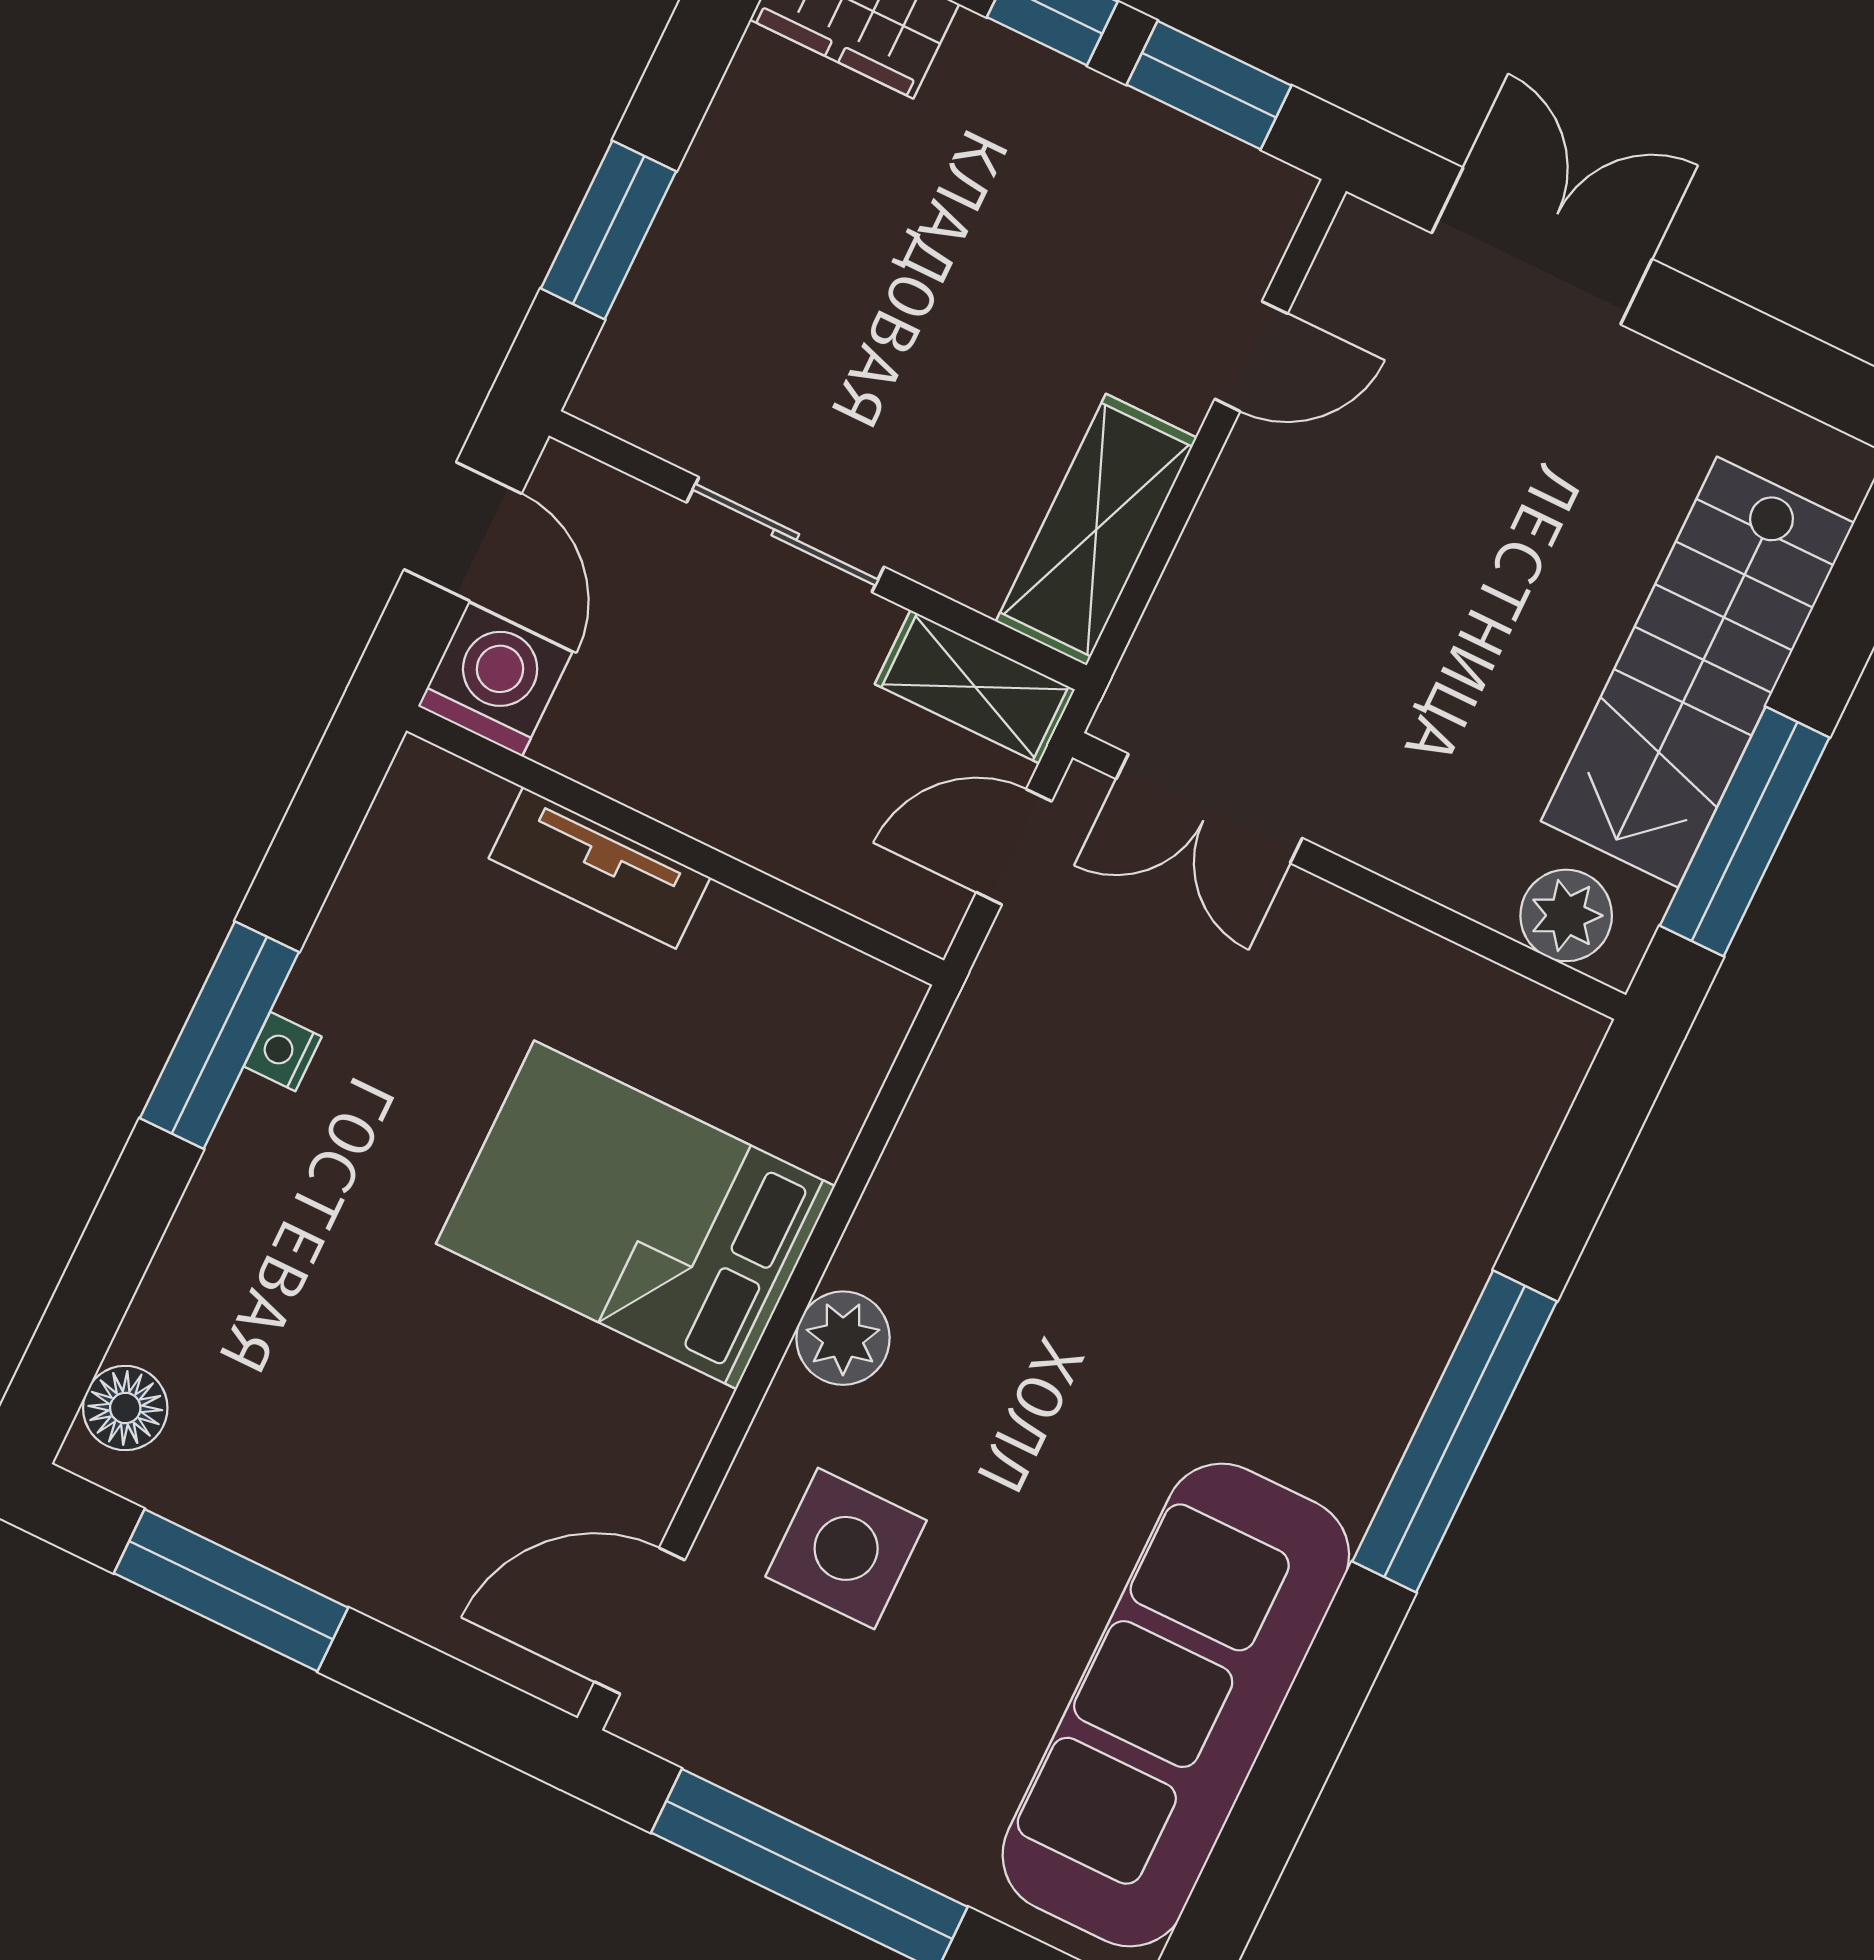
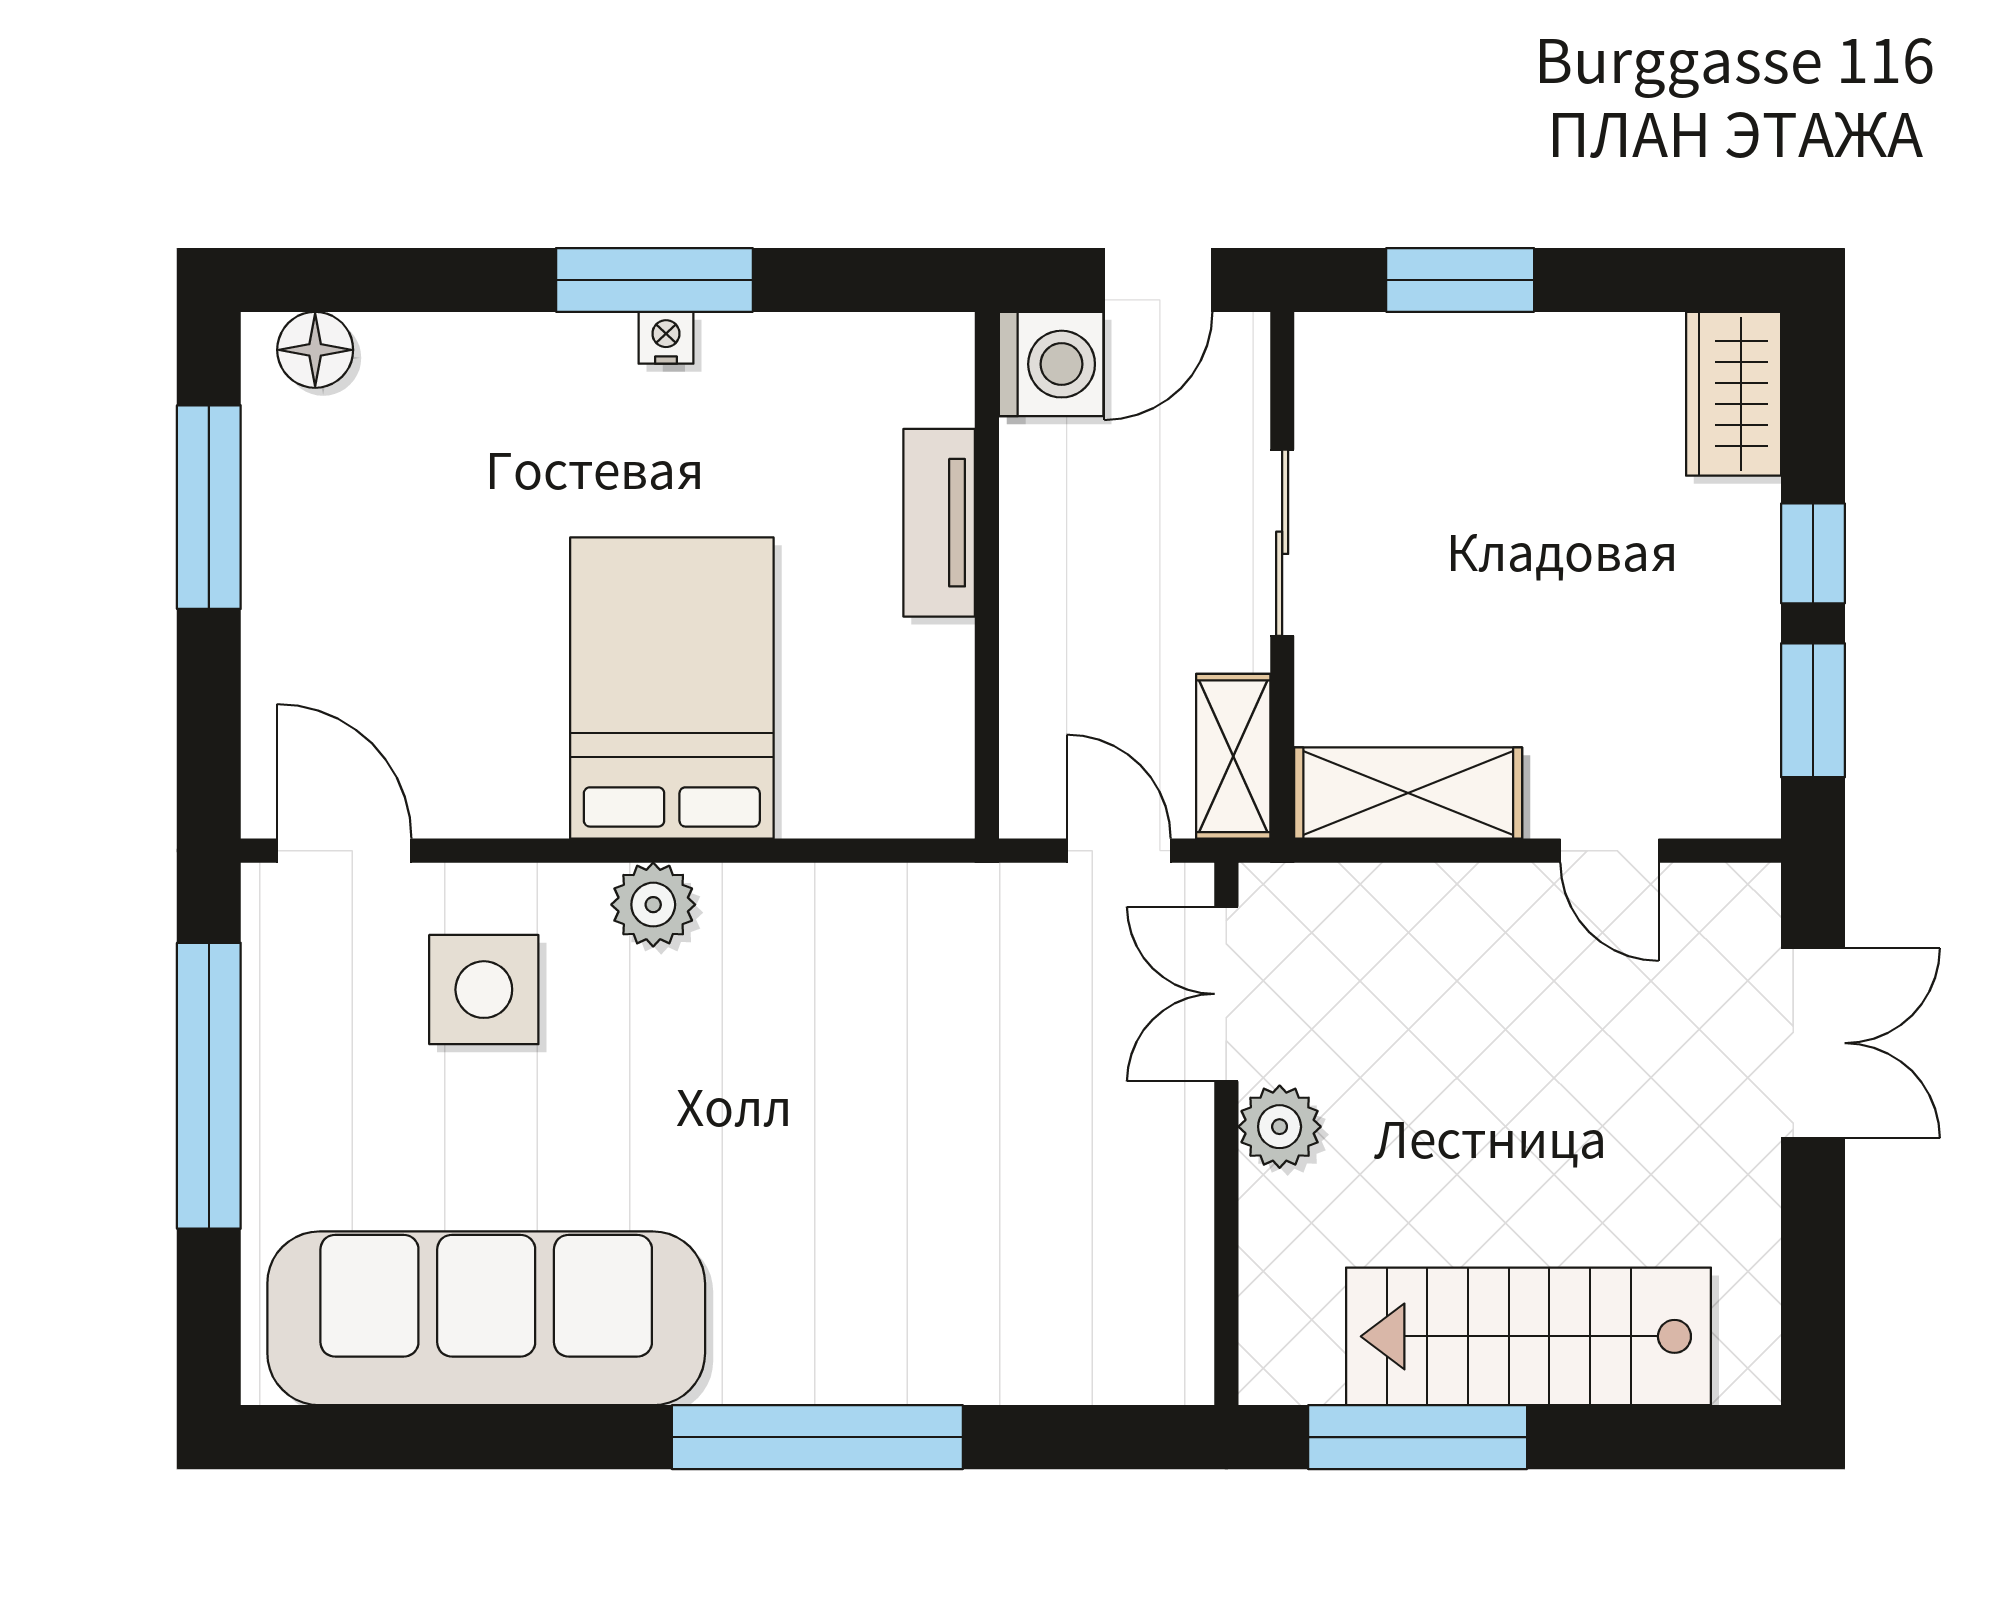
plant: (1566, 915) -> (1280, 1127), moved

